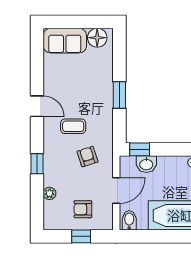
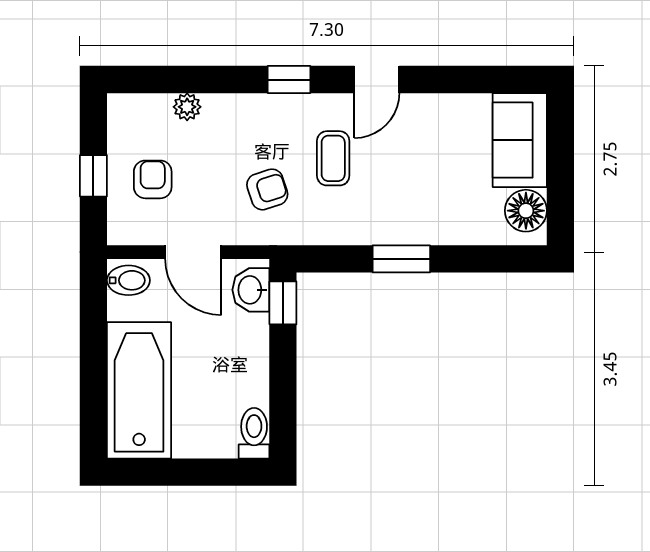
window: (37, 164) -> (289, 80), moved
washbasin: (146, 164) -> (251, 290), moved

